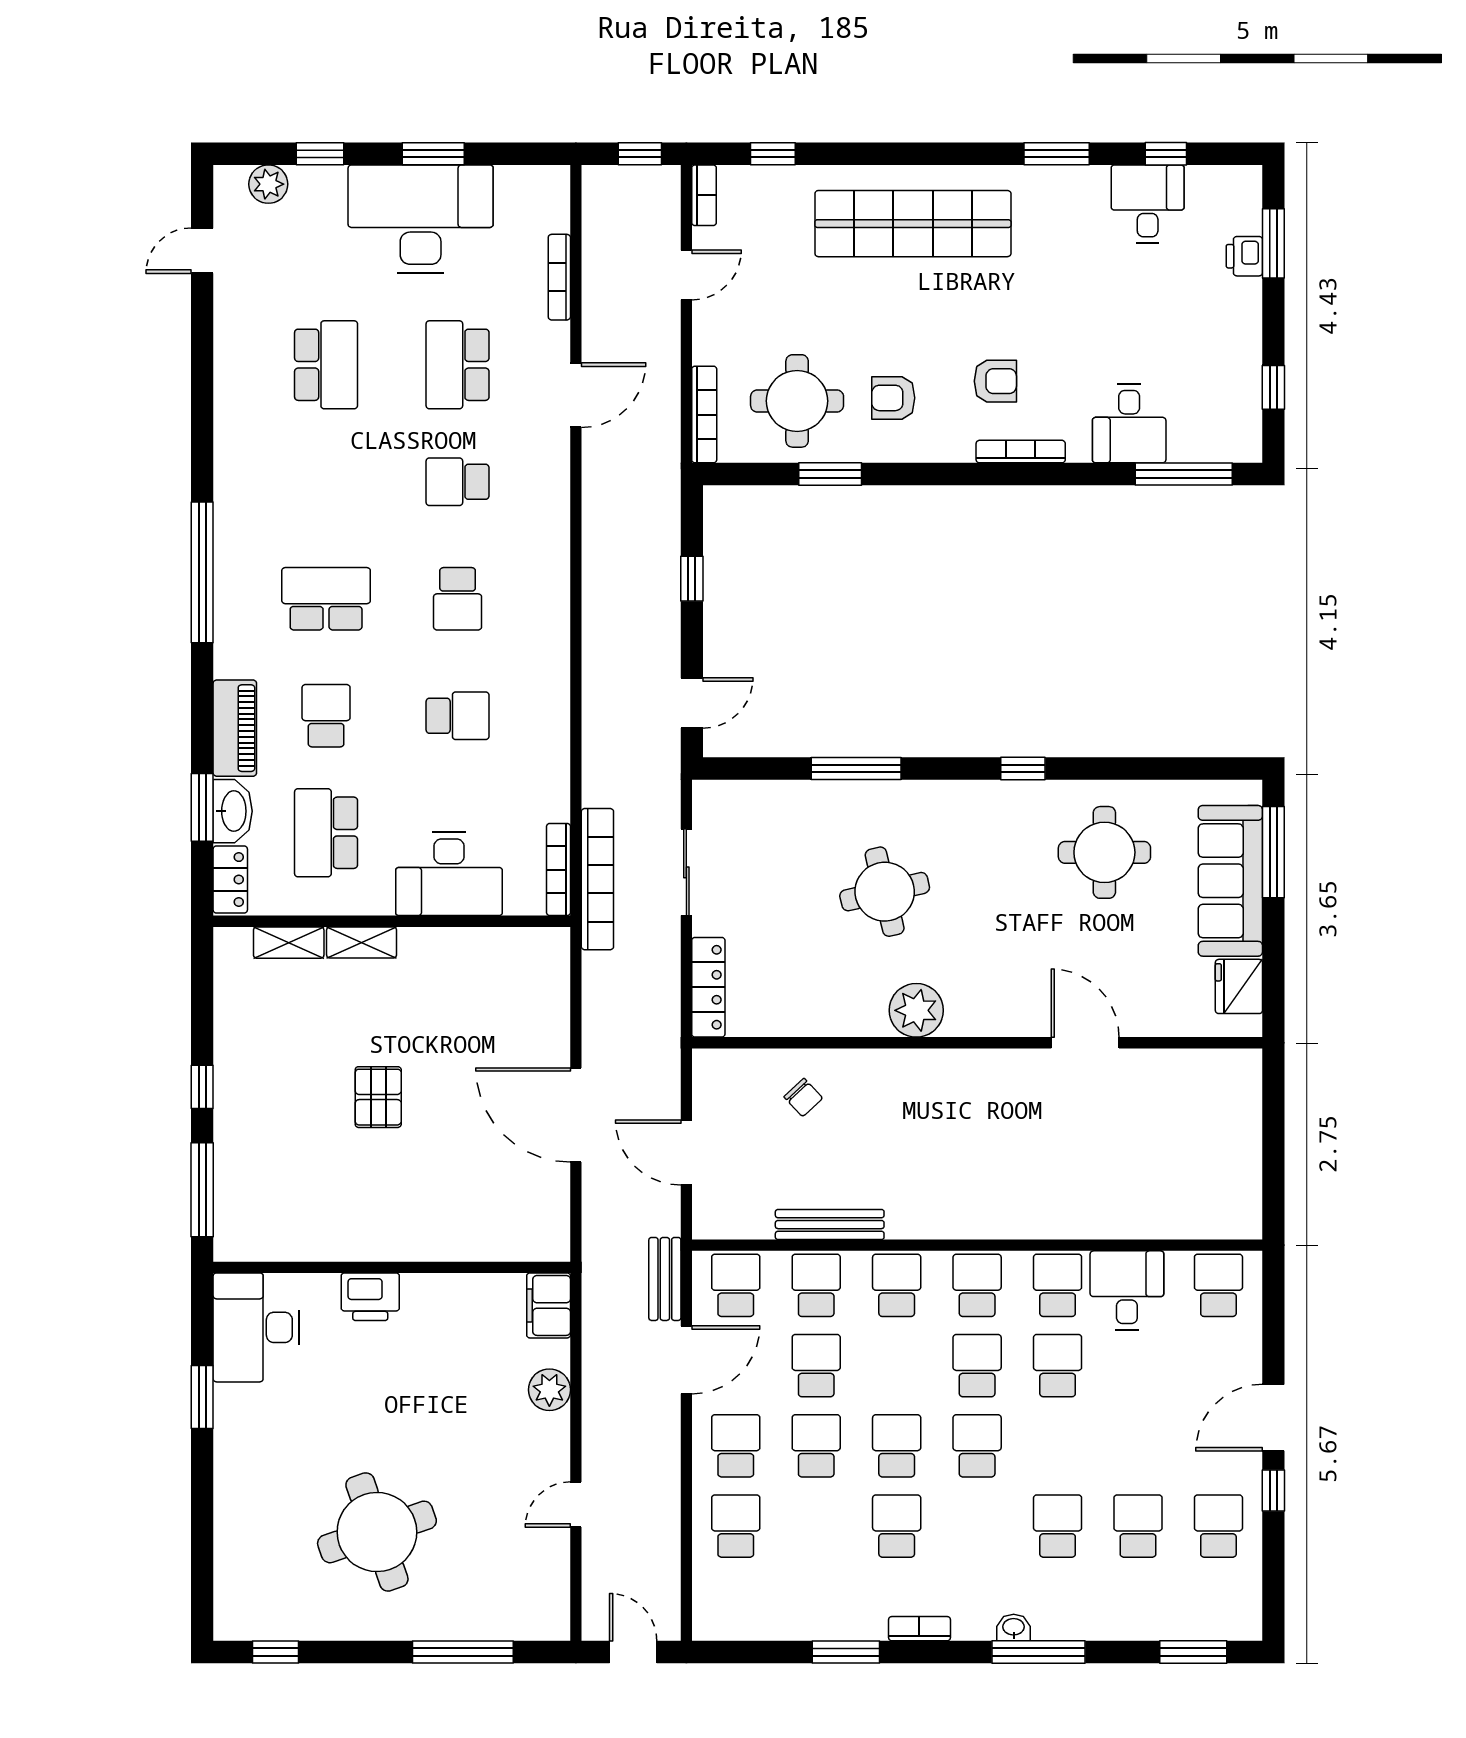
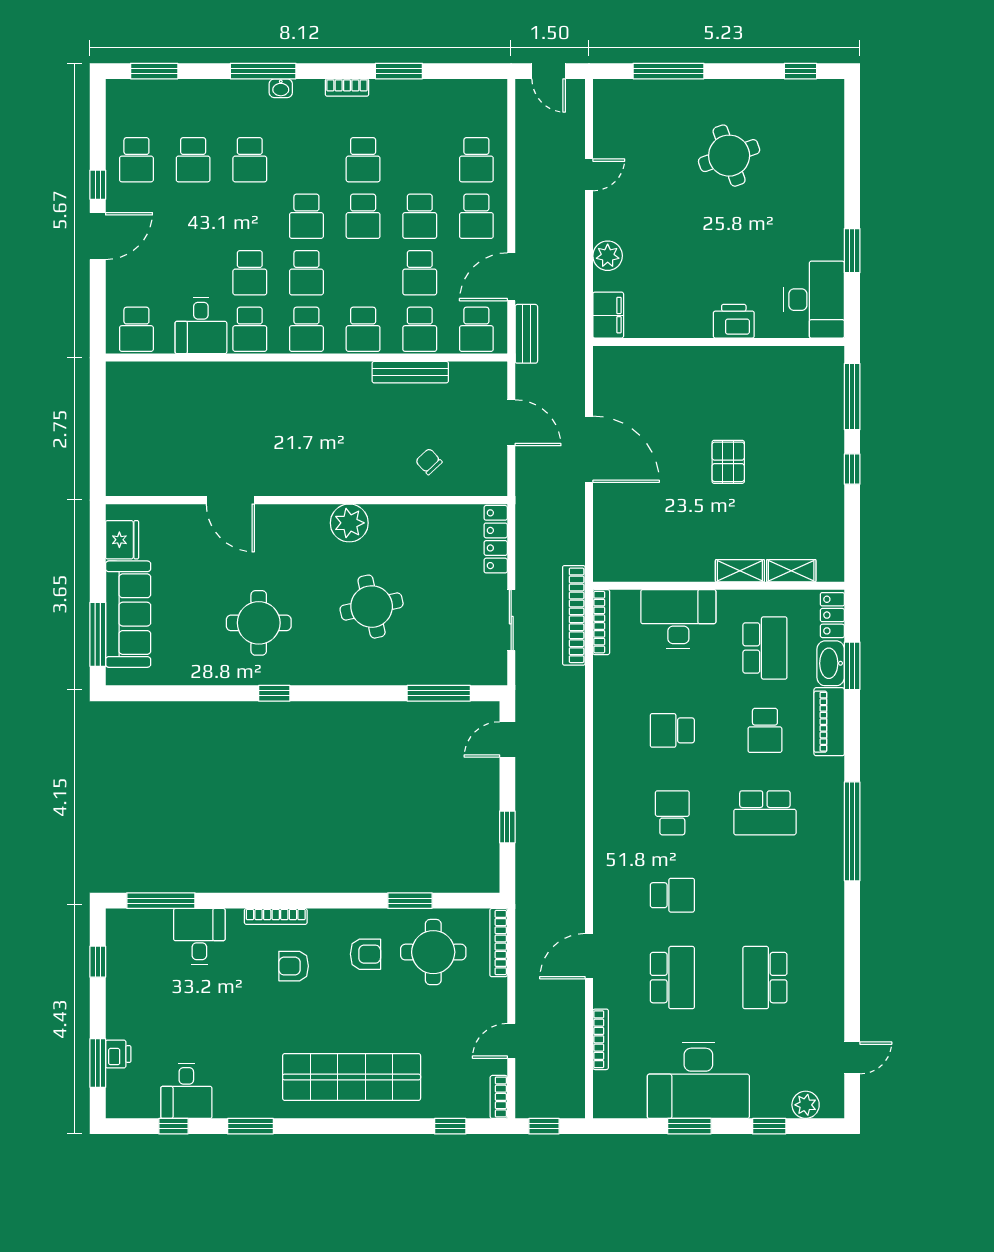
window: (856, 768) -> (439, 693), moved
round table: (1104, 852) -> (259, 623), moved
round table: (377, 1532) -> (729, 156), width x0.73, depth x0.73

